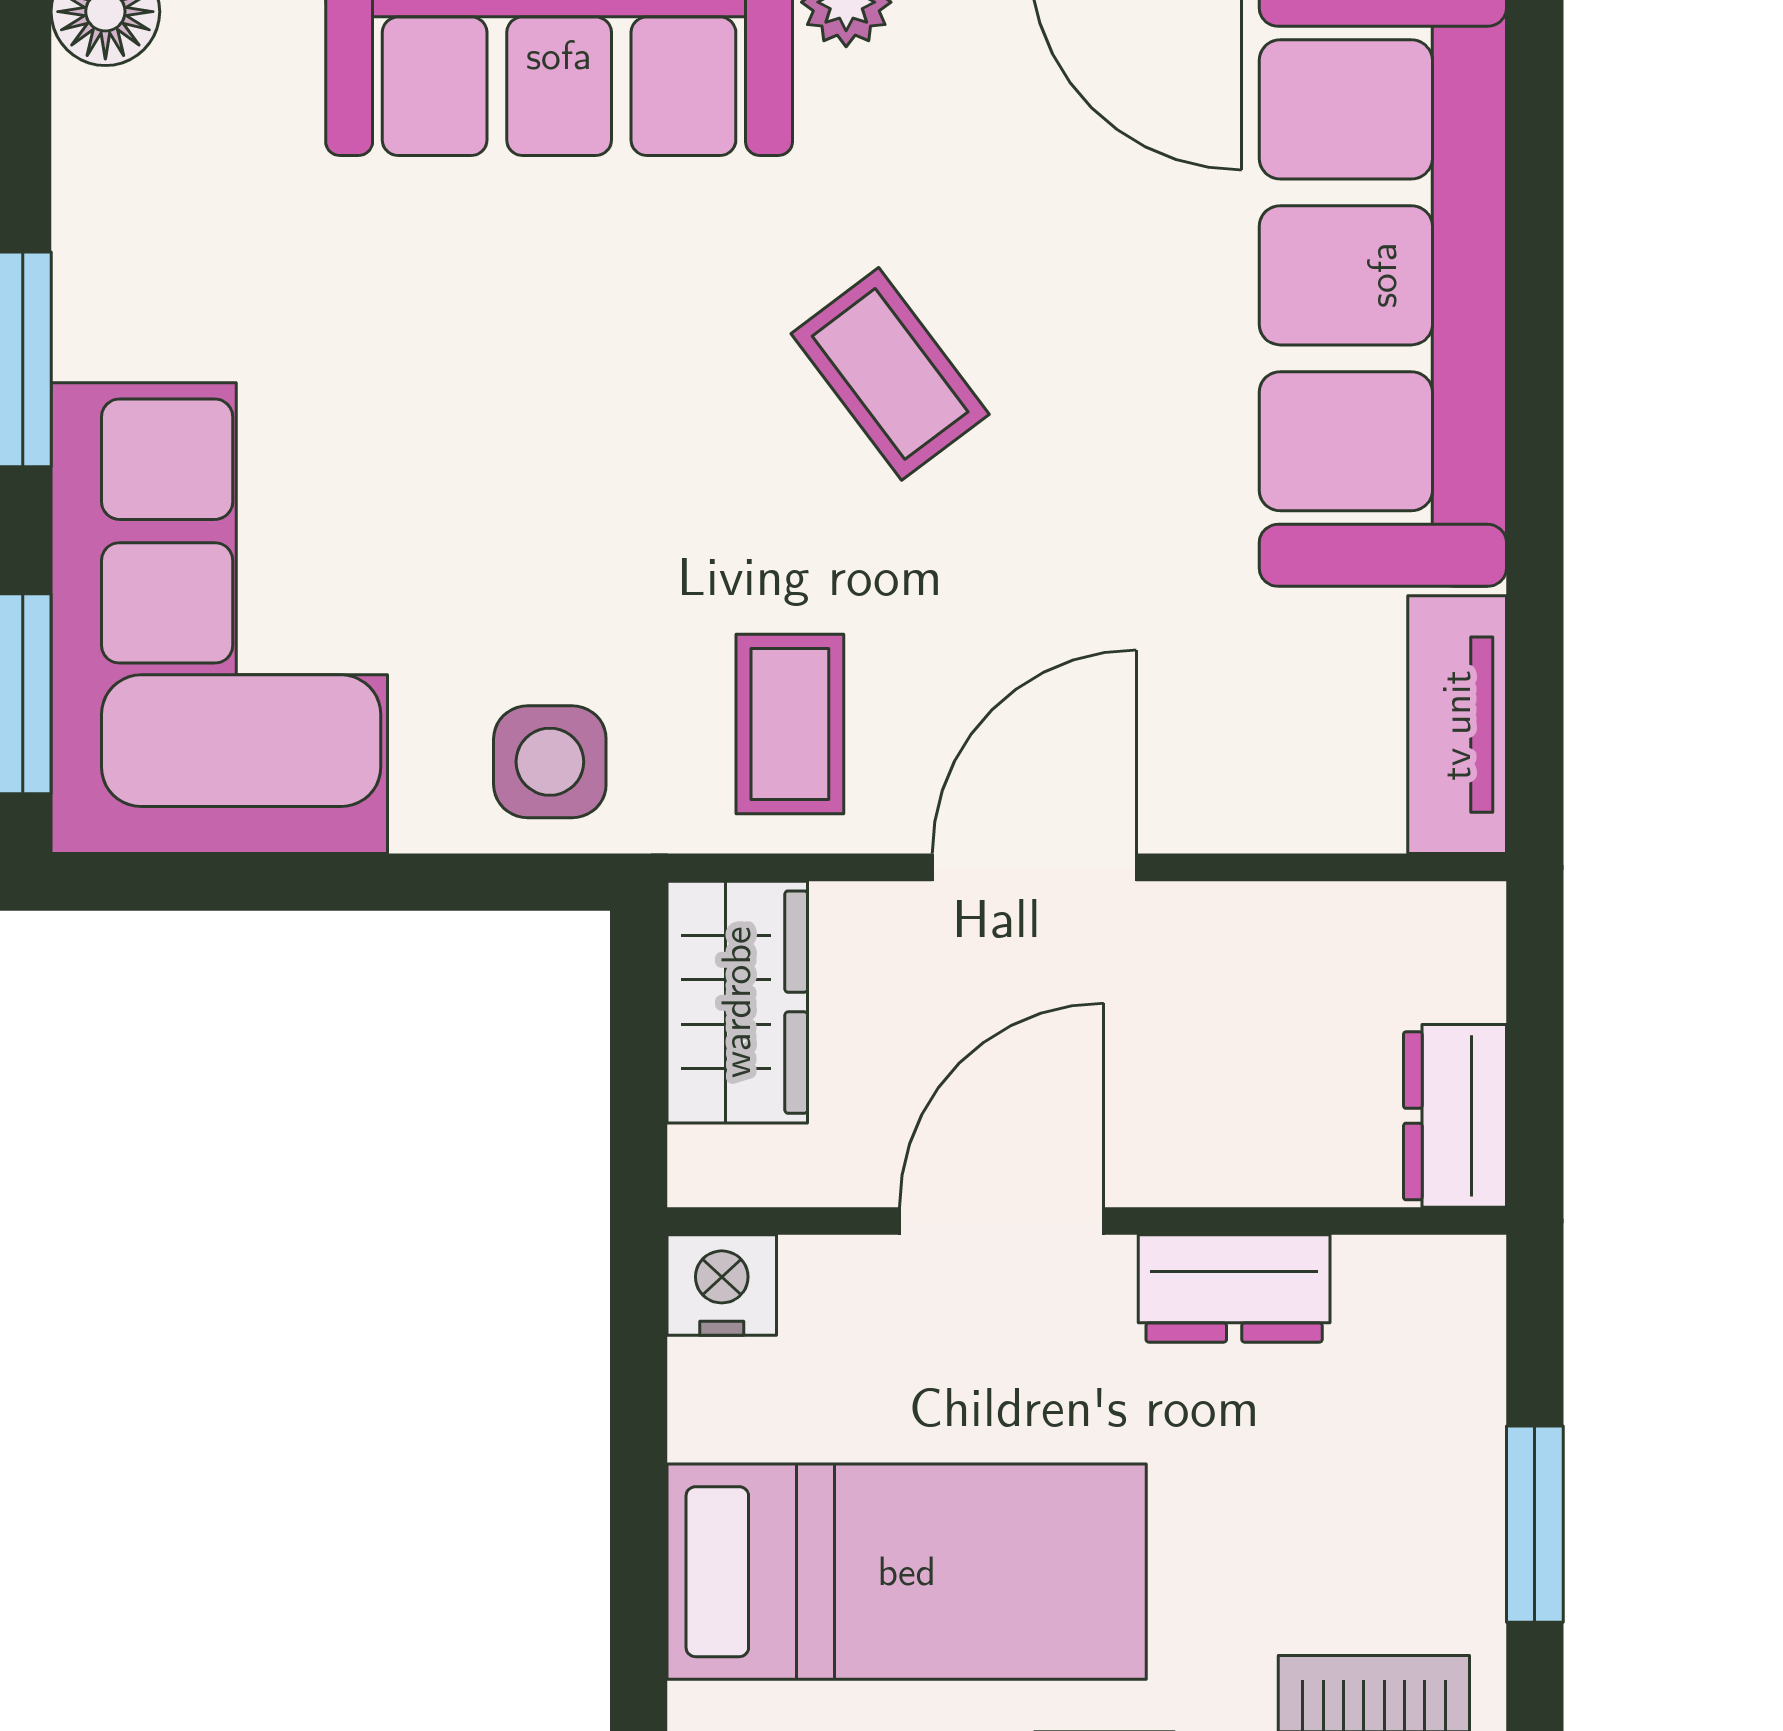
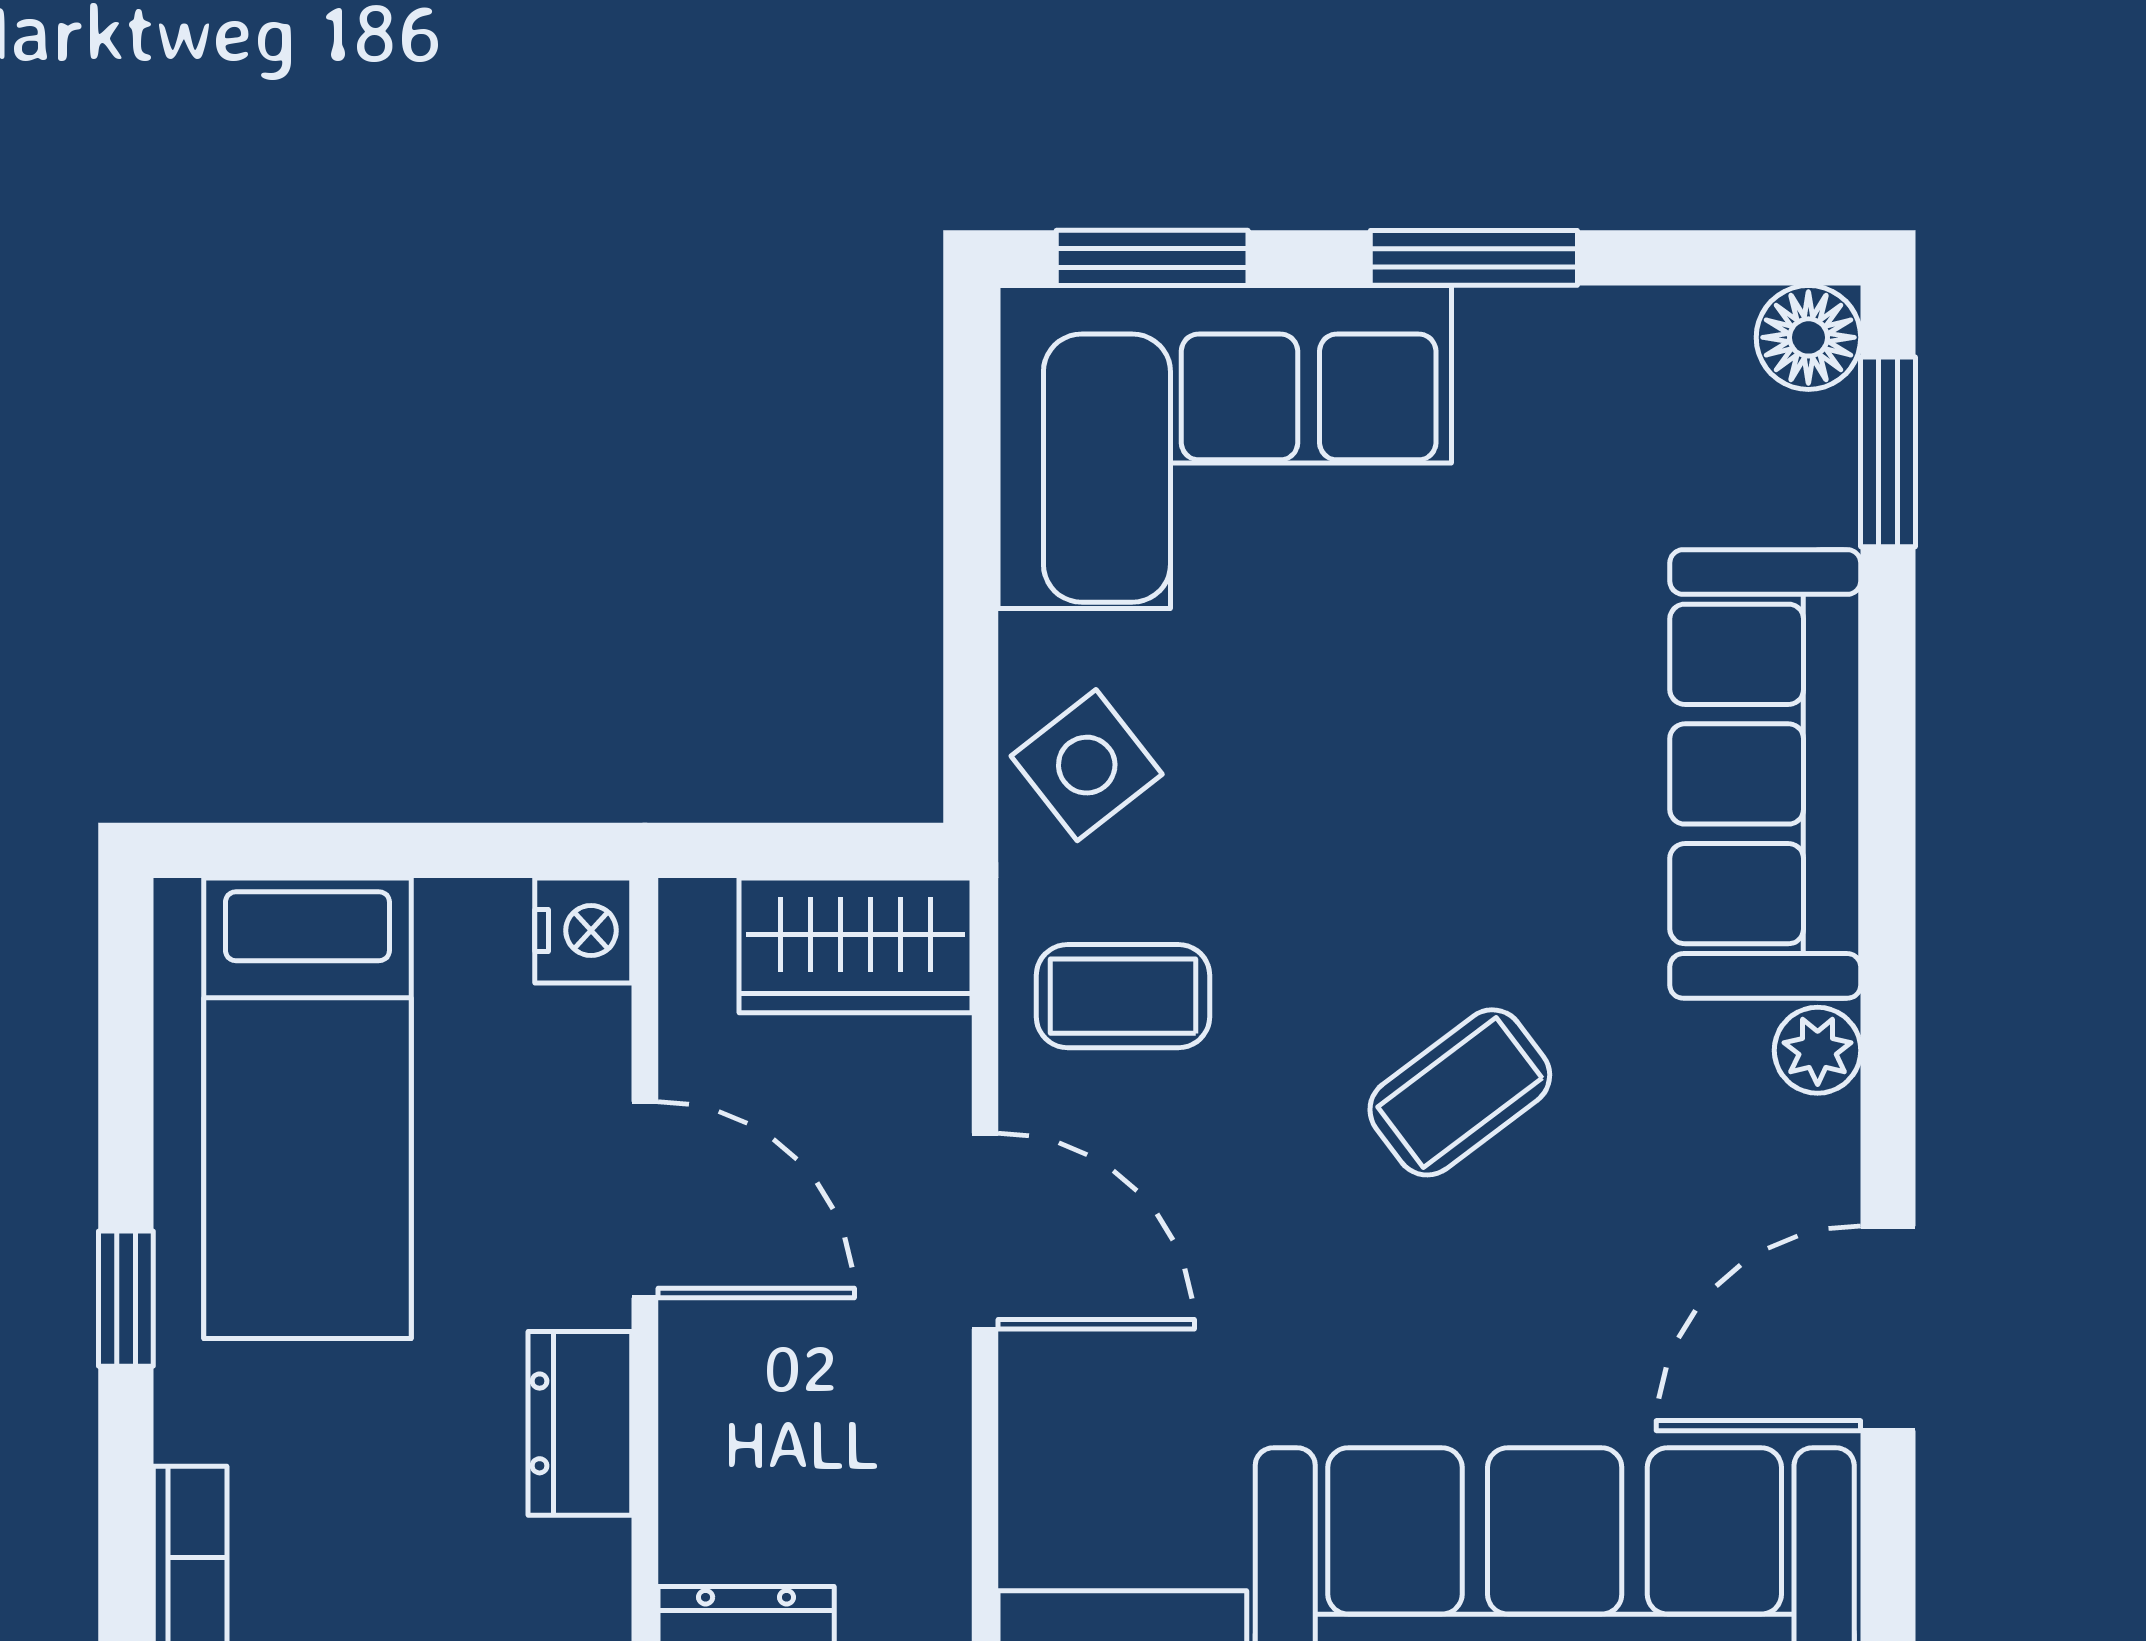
side table: (550, 762) -> (1087, 765), turned -38

